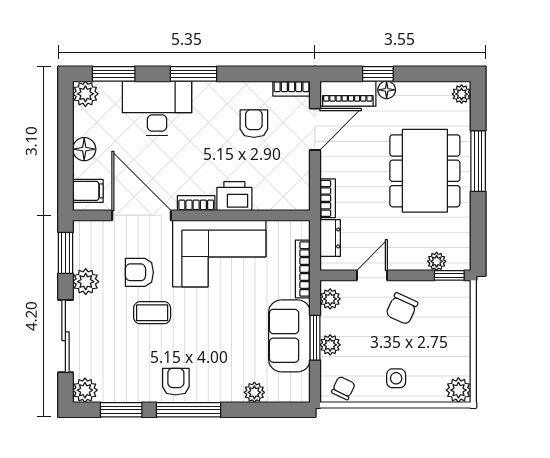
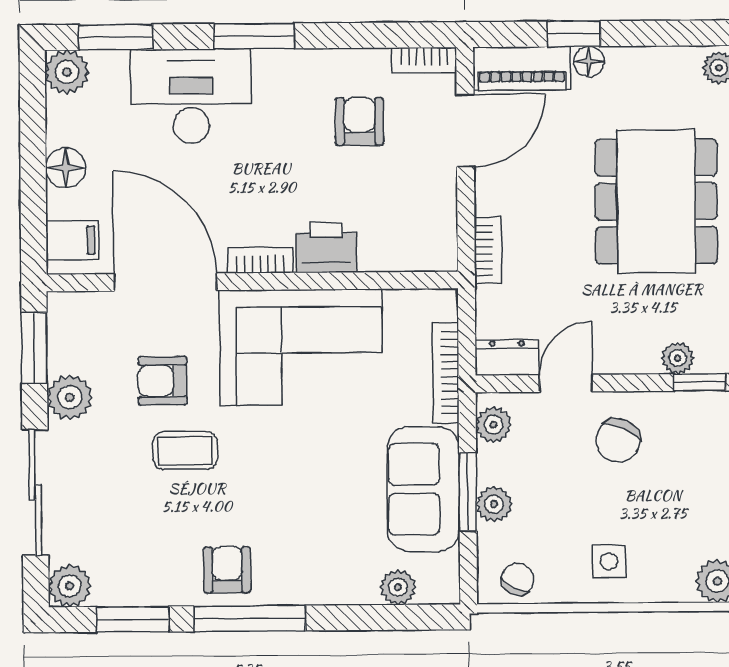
dresser: (330, 238) -> (507, 357), moved, turned -90
plant: (254, 392) -> (398, 587), moved

